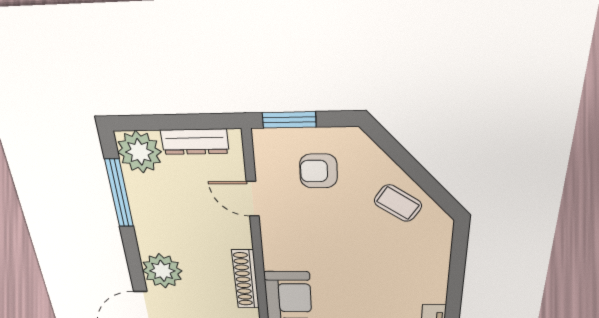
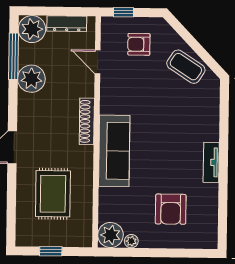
window: (289, 120) -> (124, 12), width x0.67
coffee table: (398, 203) -> (186, 67), width x1.36, depth x1.30
plant: (162, 271) -> (31, 79), moved

